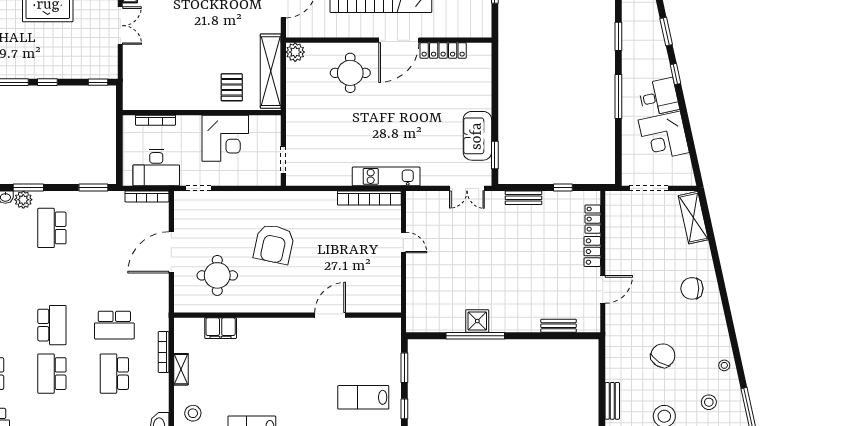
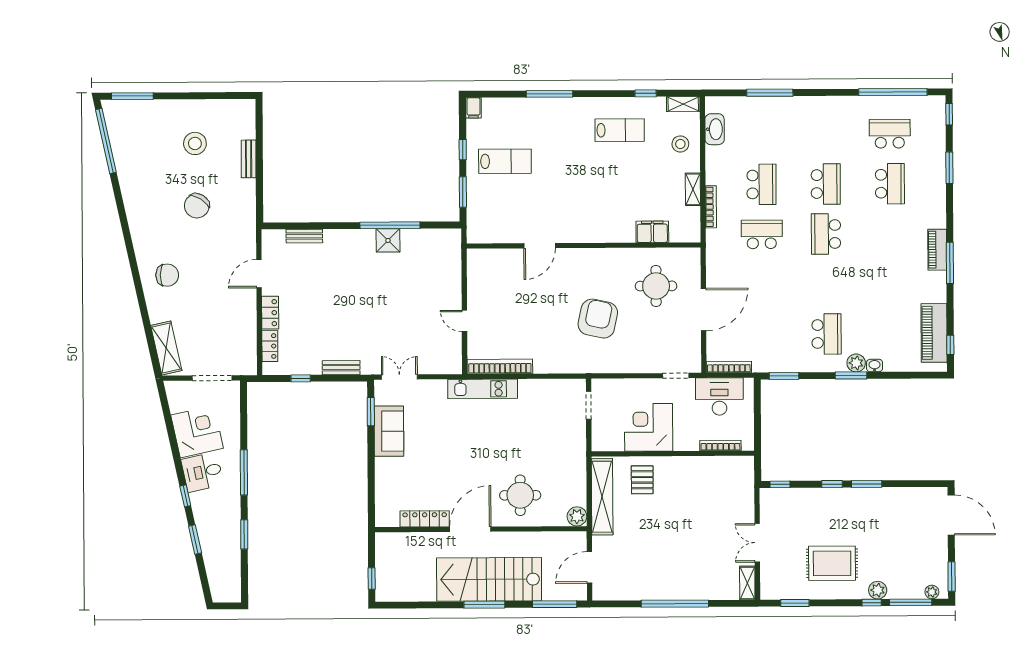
stool: (724, 365) -> (133, 196), removed
stool: (709, 402) -> (149, 158), removed

